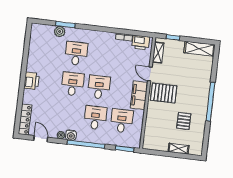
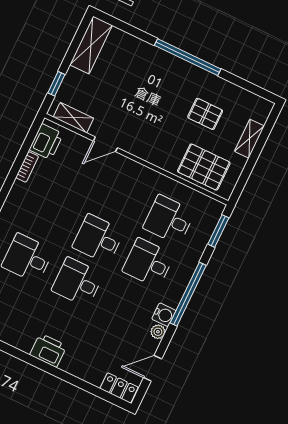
pallet: (164, 93) -> (204, 167), moved, turned 90
filing cabinet: (139, 95) -> (135, 175), removed
locker: (25, 120) -> (119, 388), width x0.66

